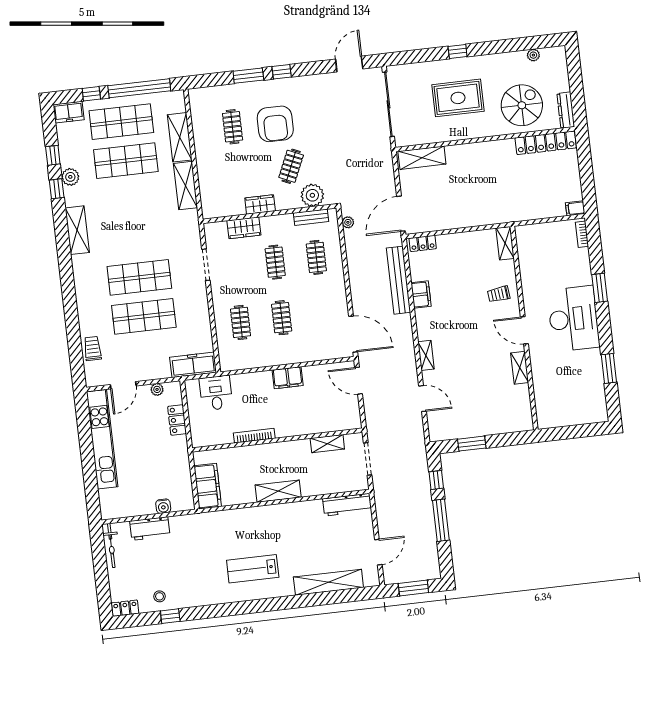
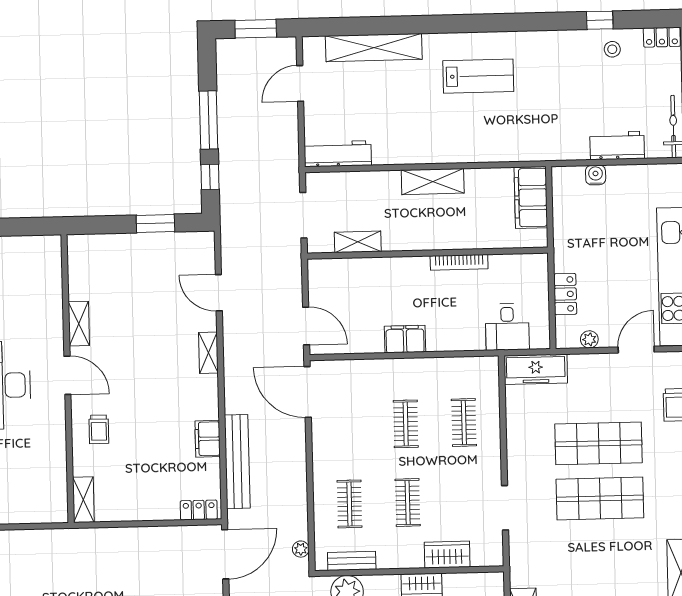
trolley: (499, 294) -> (99, 429), turned 96

